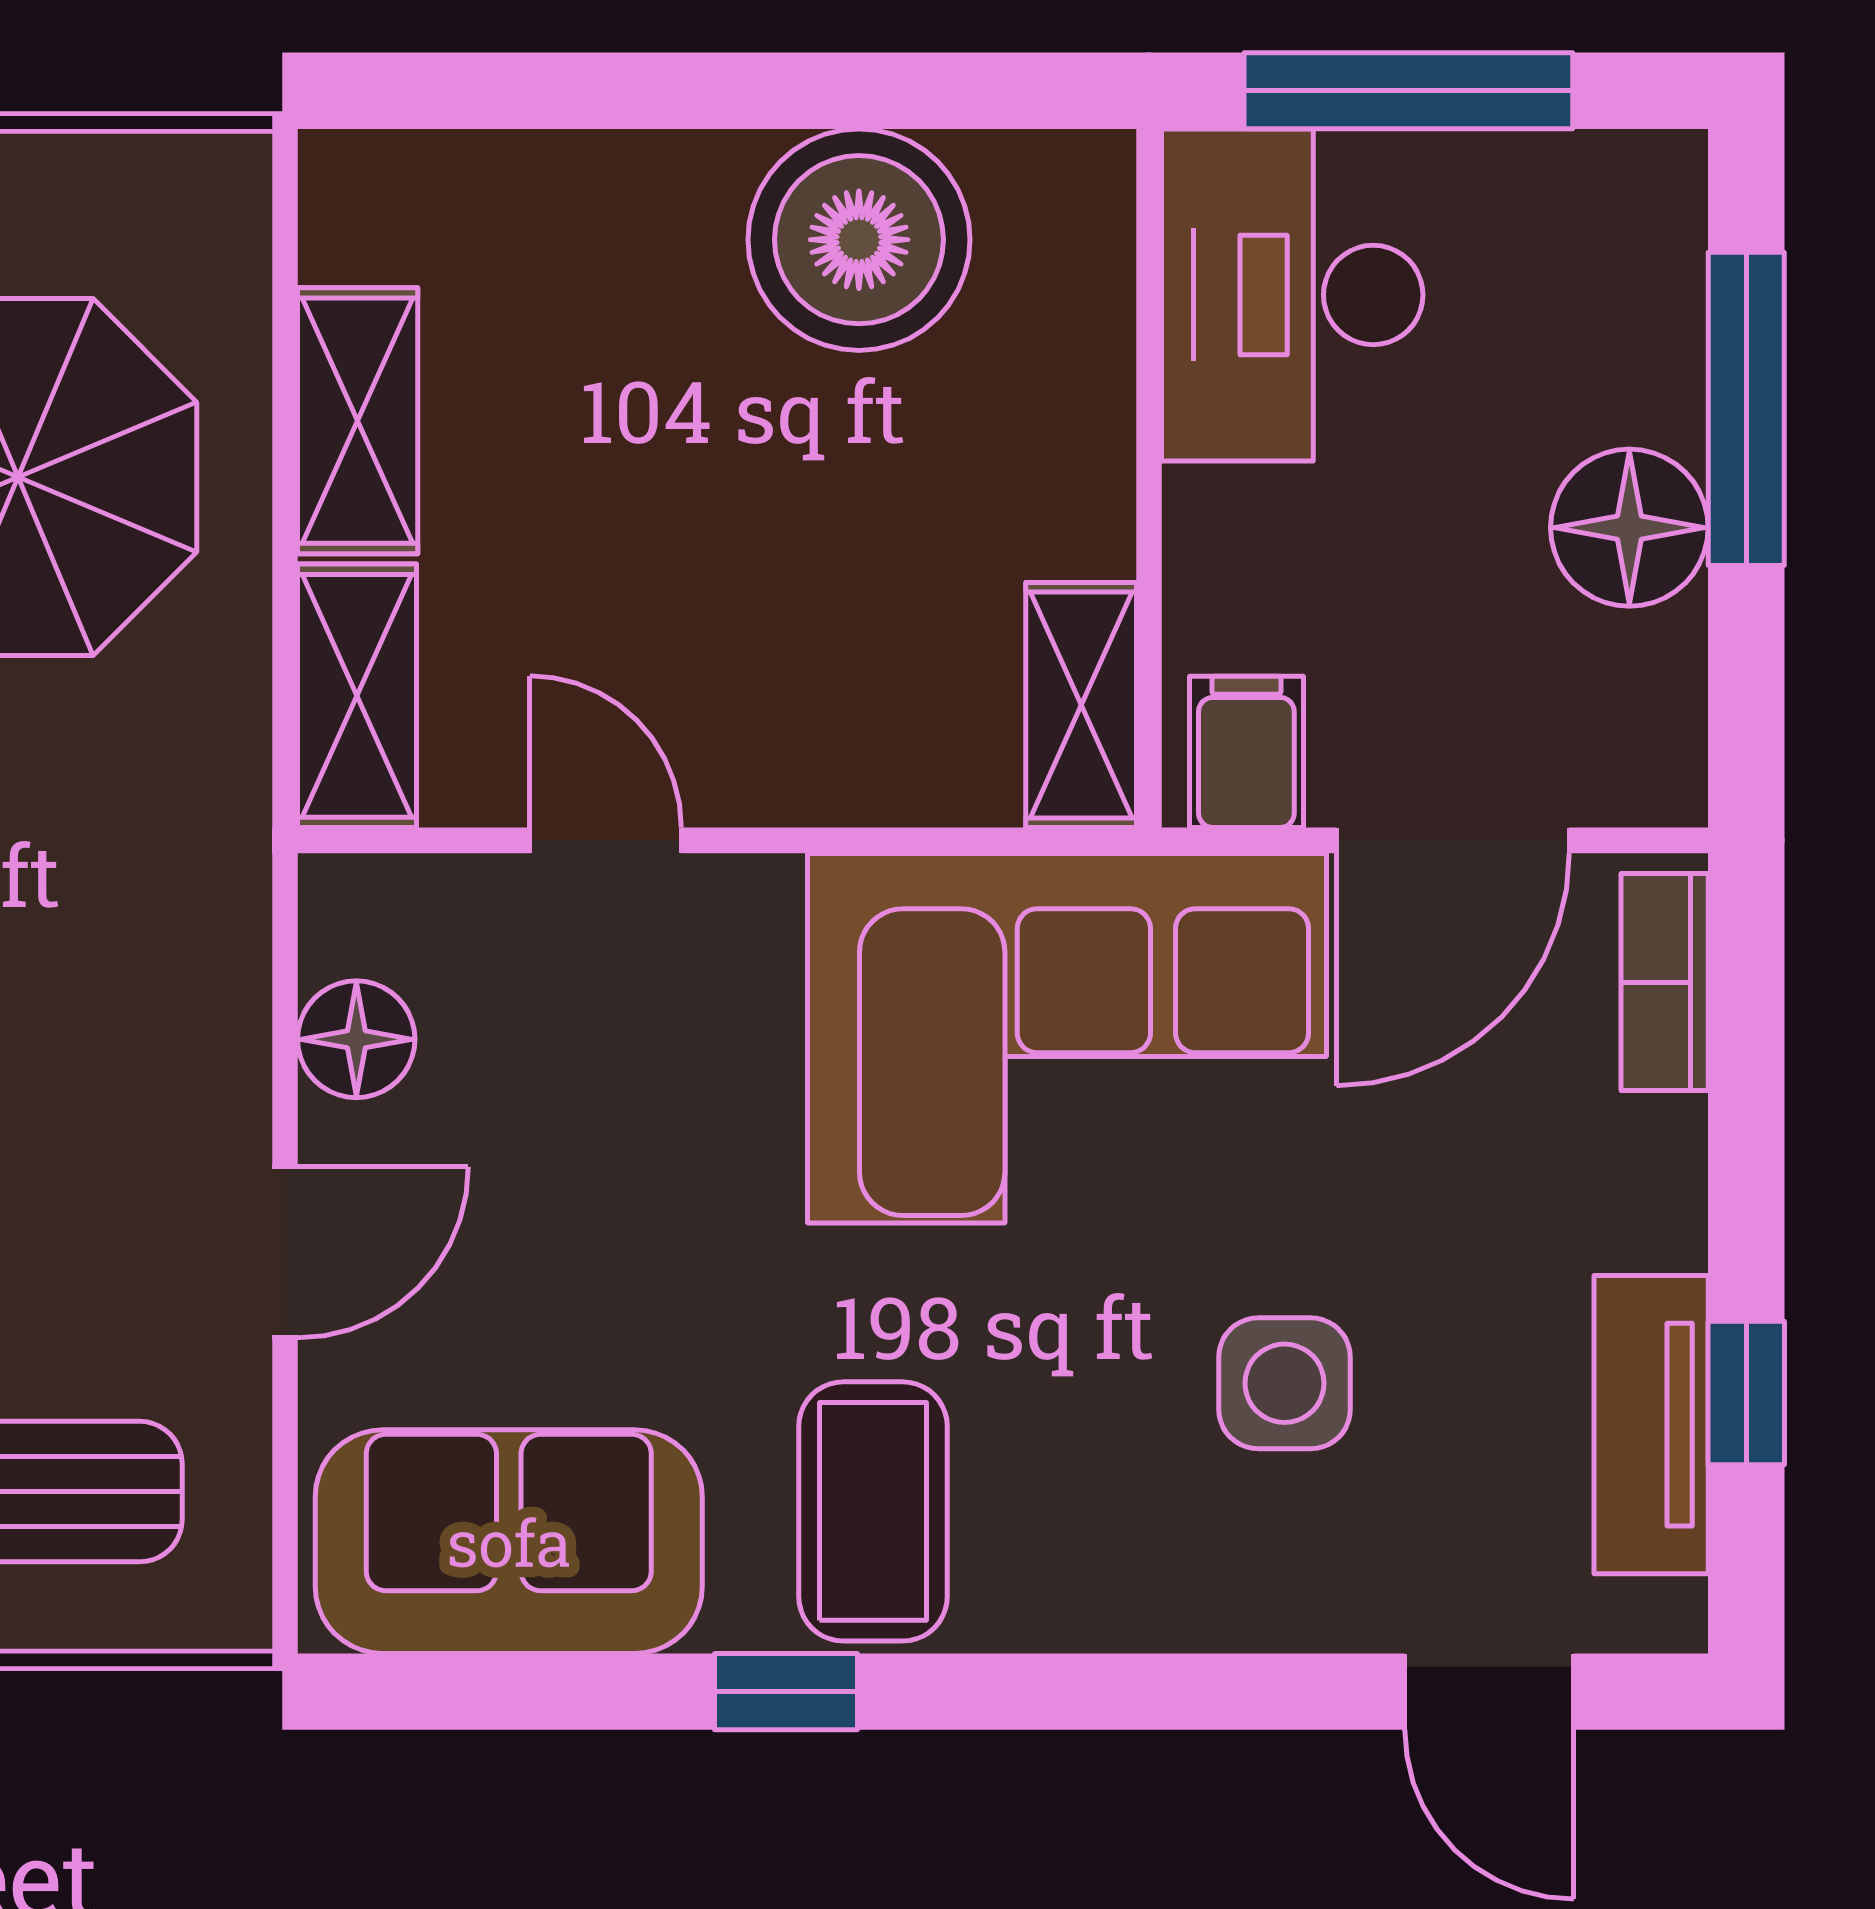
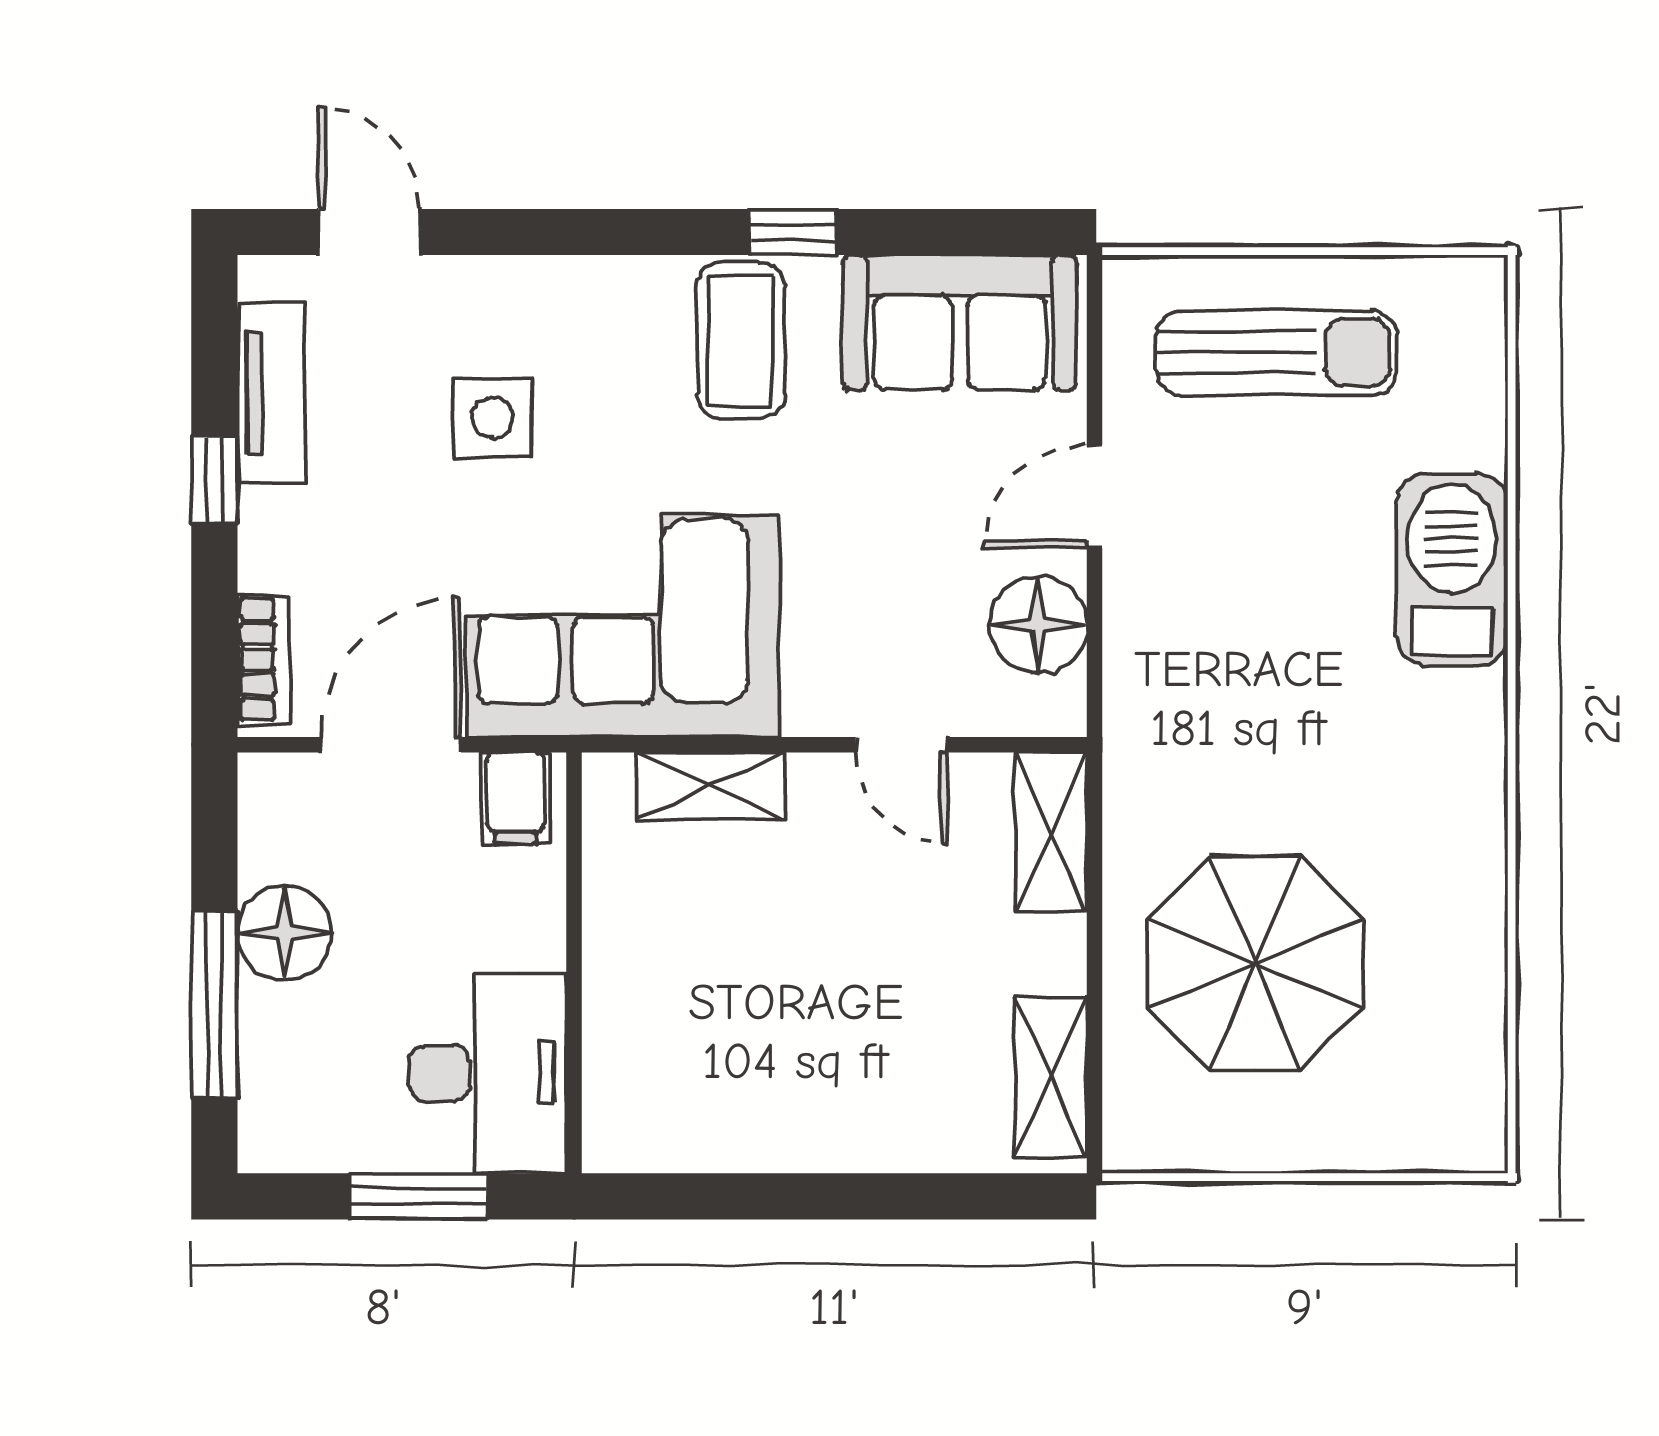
window: (1408, 91) -> (418, 1196), width x0.69
boiler: (859, 240) -> (749, 1107), removed
shelving: (358, 421) -> (1051, 1077), moved
shelving: (1081, 705) -> (710, 786), moved, turned 90
floor lamp: (356, 1039) -> (1038, 625), width x1.38, depth x1.38
window: (1746, 1393) -> (214, 480), moved

